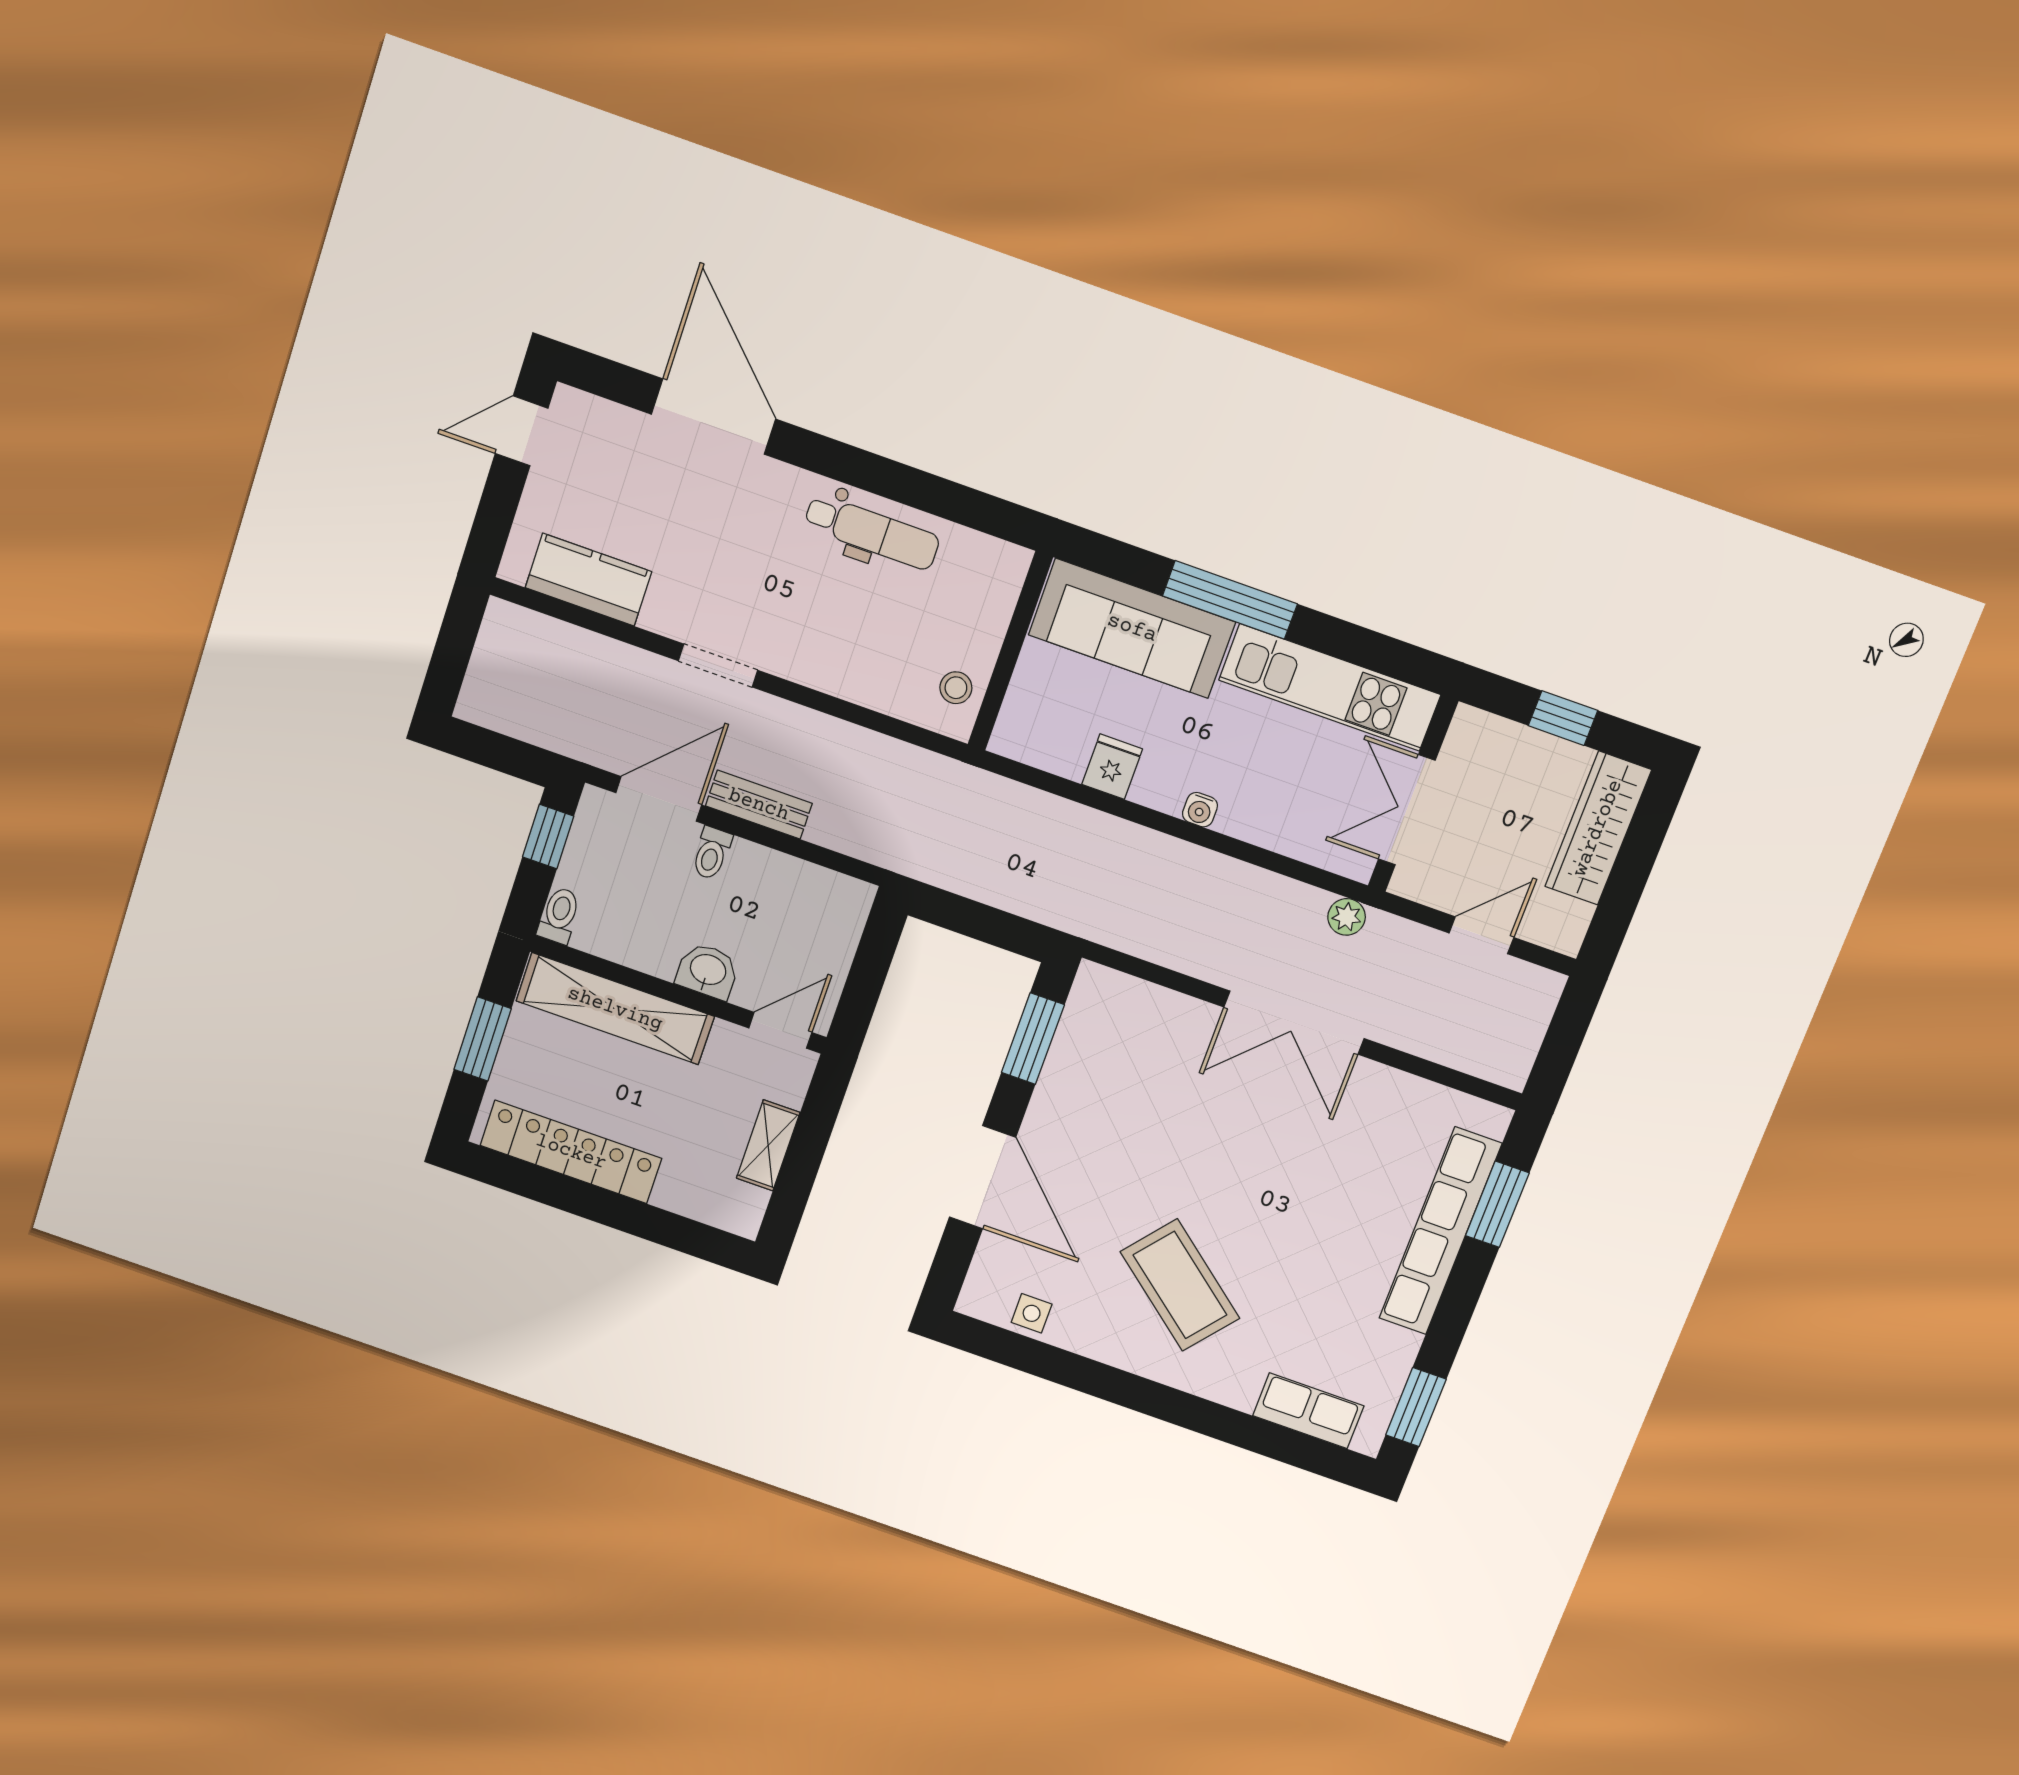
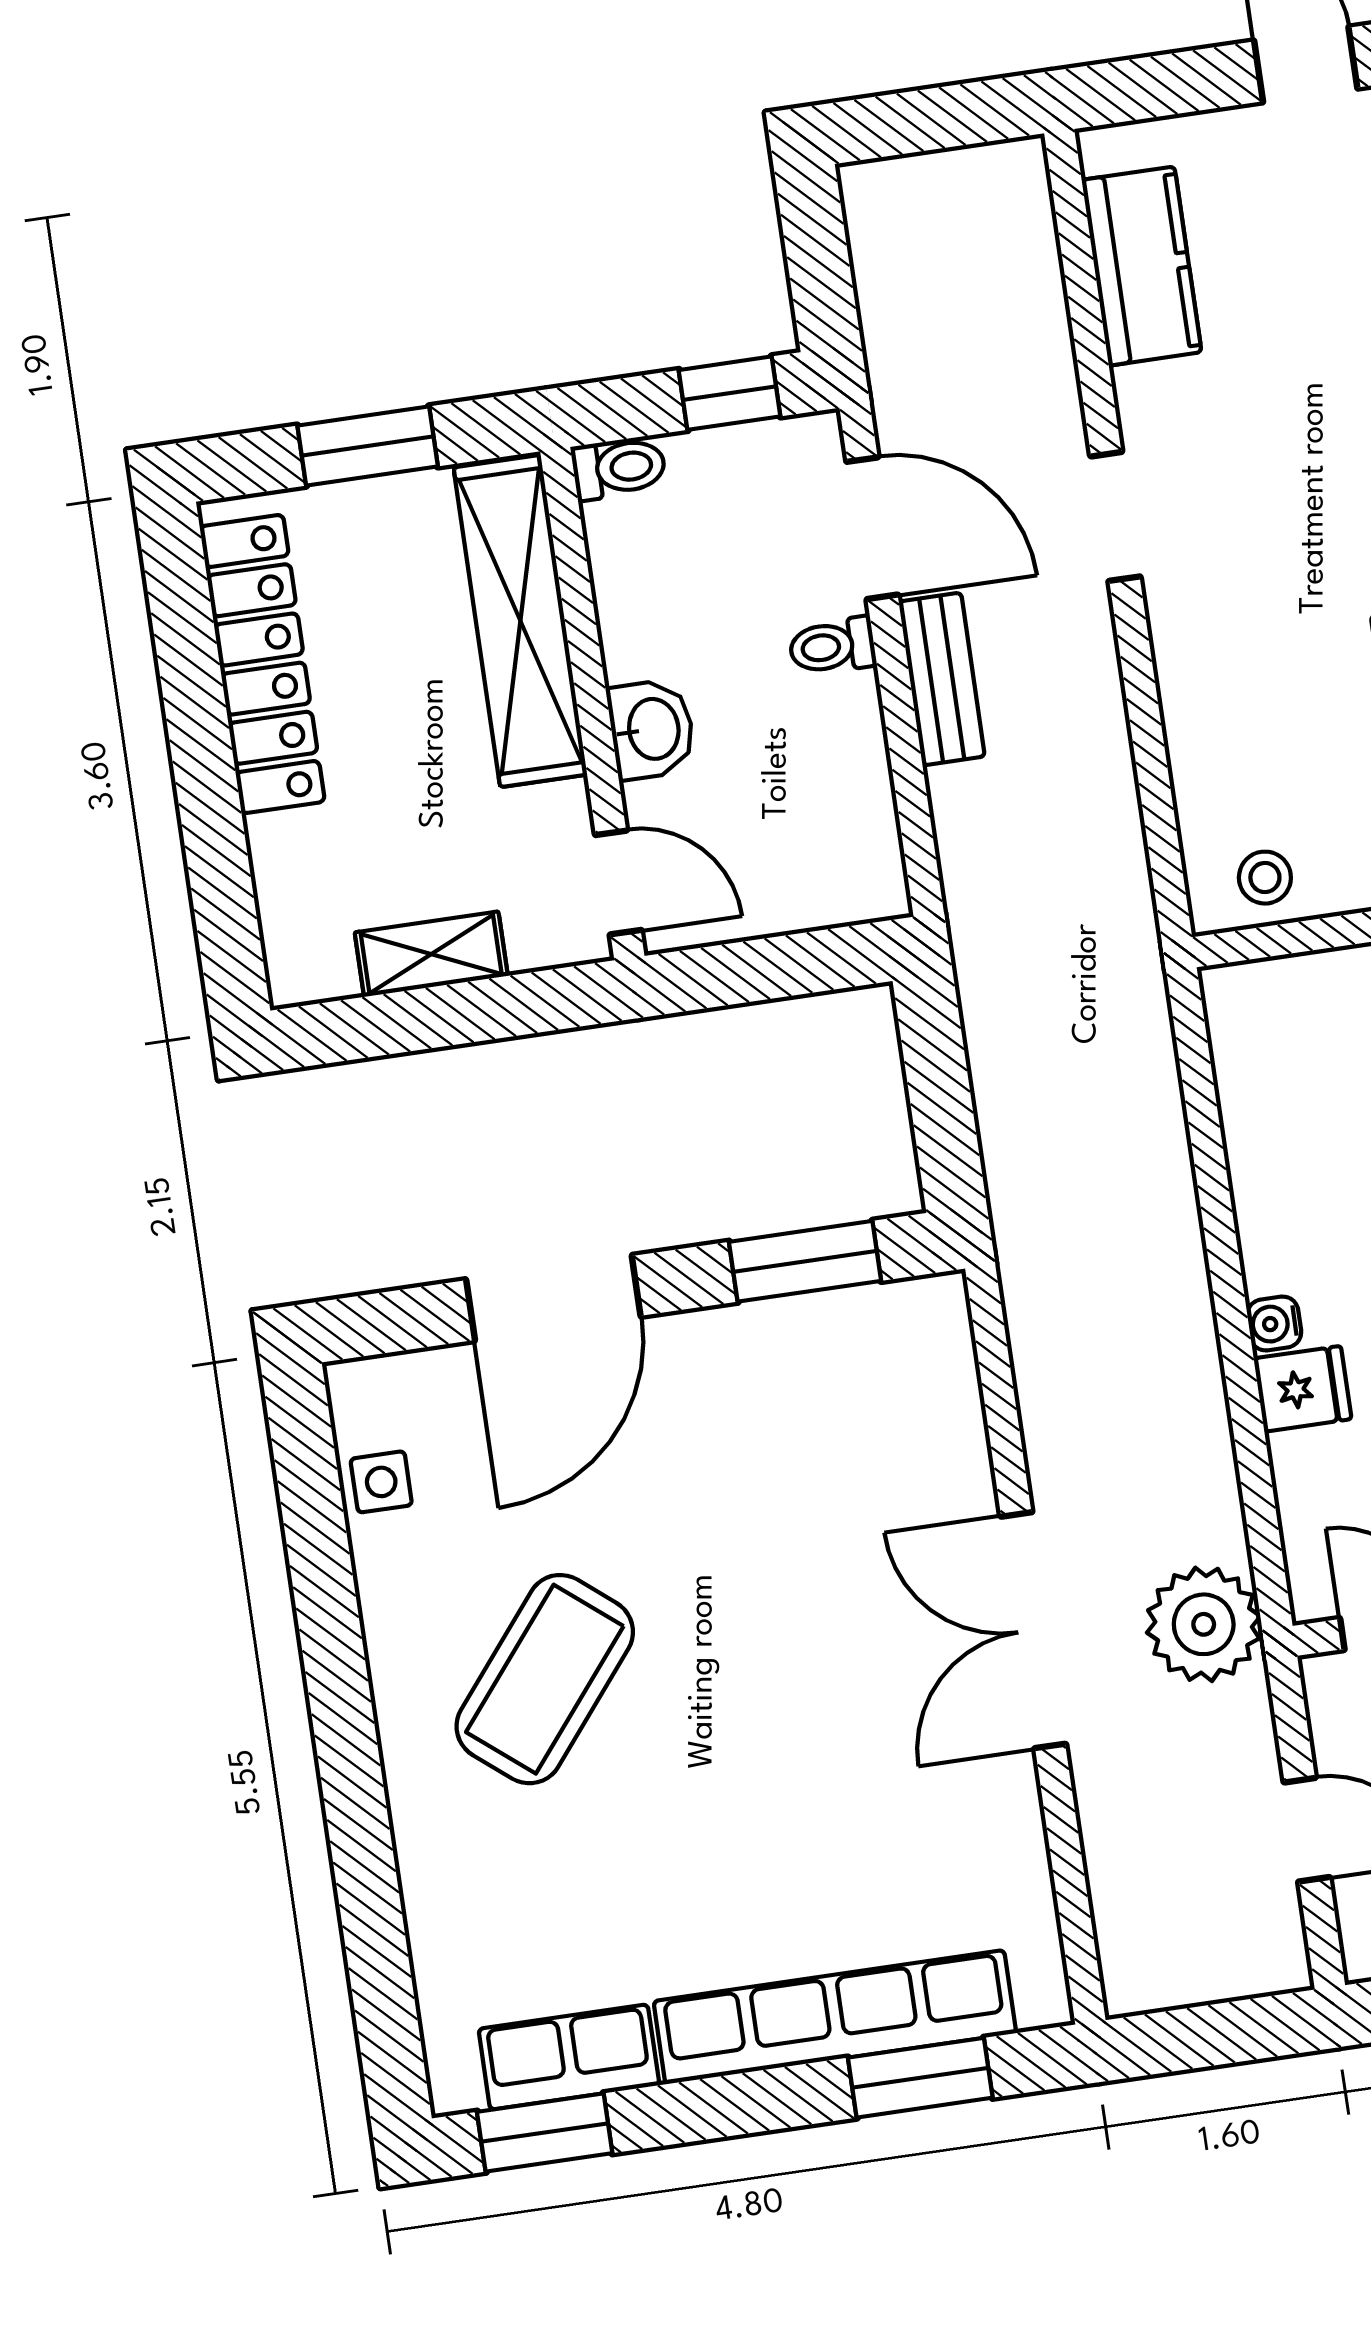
fridge: (1112, 767) -> (1303, 1389), moved
plant: (1347, 917) -> (1204, 1624), width x1.88, depth x1.88
row of seats: (1308, 1411) -> (569, 2057), moved, turned -90

